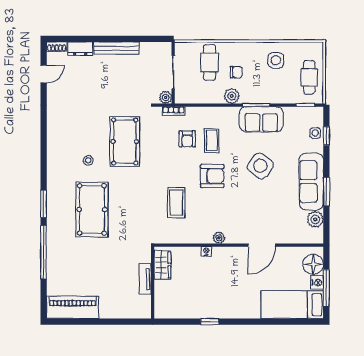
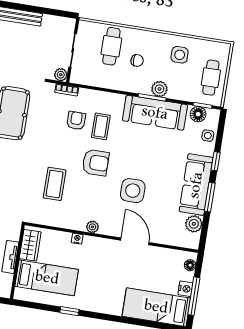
plant: (232, 96) -> (159, 89), moved
floor lamp: (303, 114) -> (198, 114), added
sofa: (261, 119) -> (155, 113), width x1.36
window: (326, 136) -> (216, 161), moved
armchair: (187, 139) -> (76, 121), turned 180
side table: (260, 166) -> (133, 191), moved, turned -37
door: (262, 245) -> (135, 241), swing flipped
floor lamp: (313, 264) -> (190, 265), width x0.53, depth x0.53
bed: (183, 293) -> (47, 278), added

